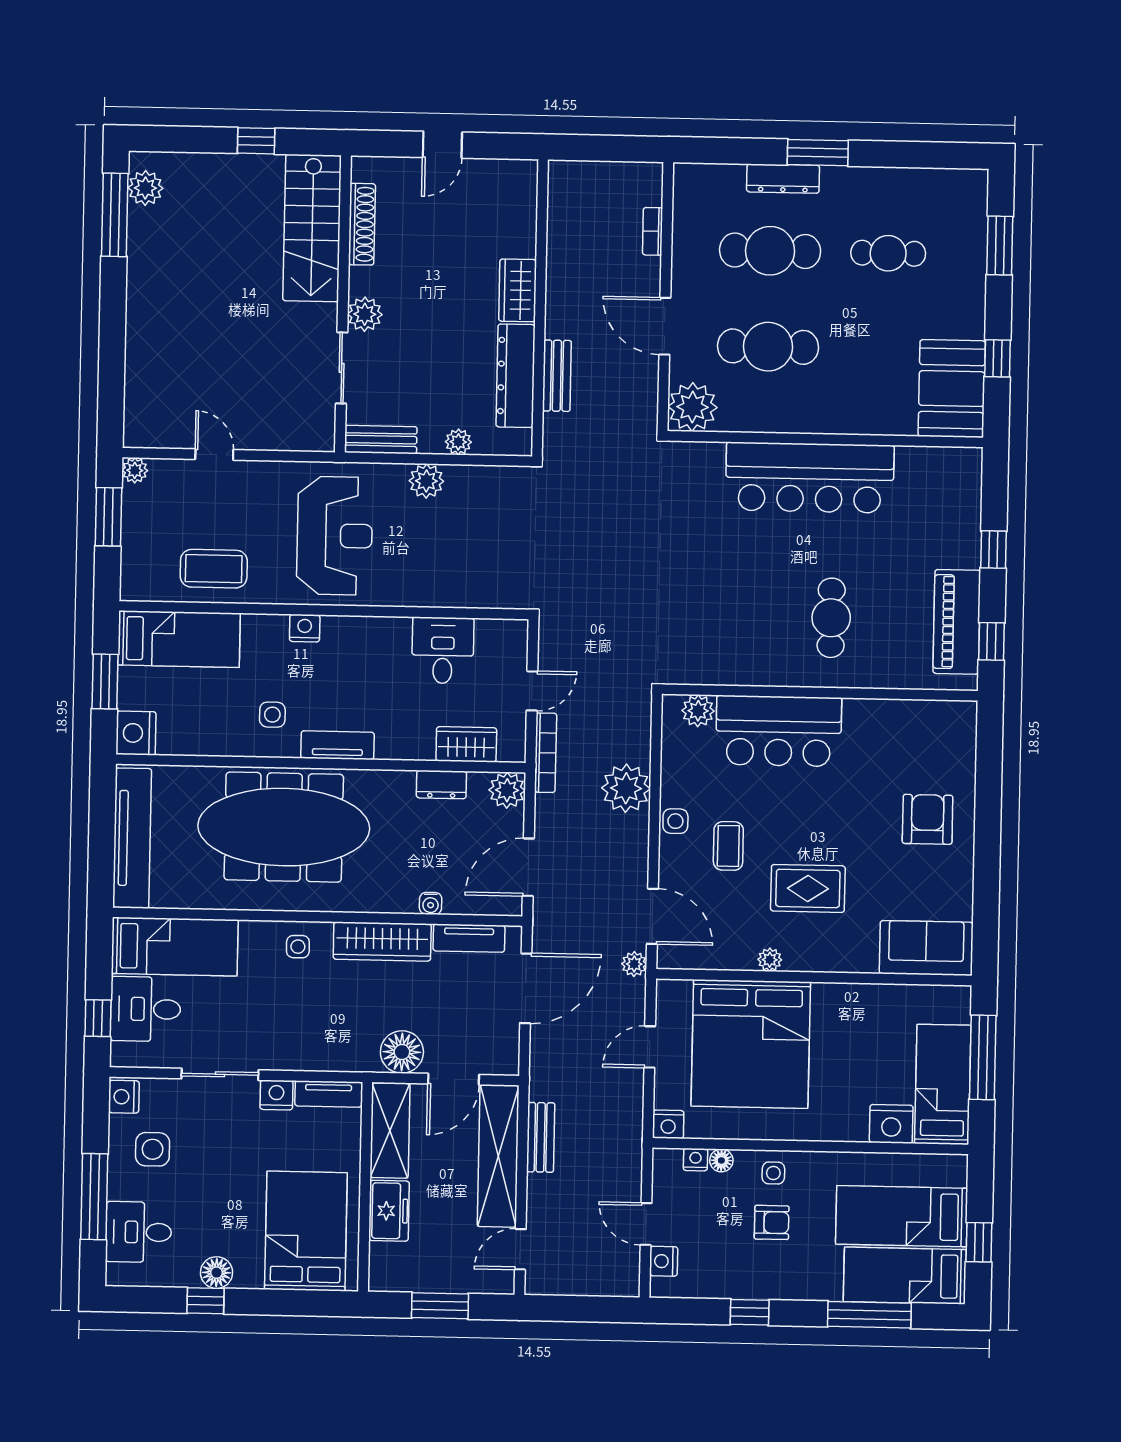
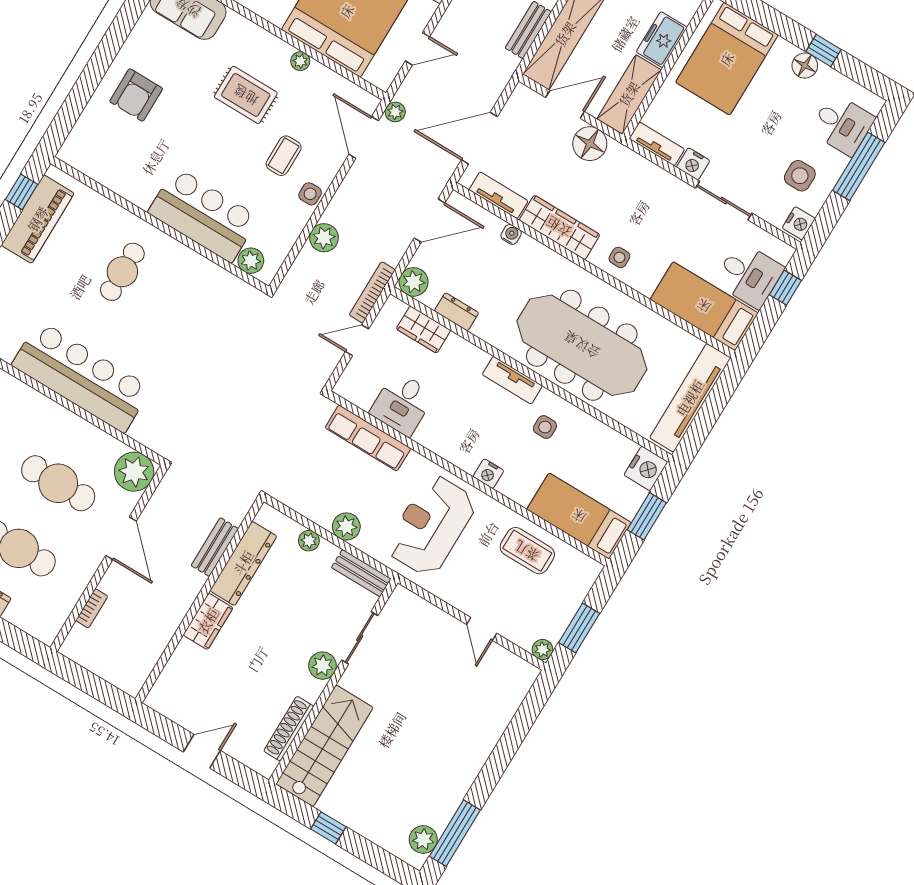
row of seats: (459, 591) -> (368, 438), added
plant: (626, 788) -> (324, 238), width x0.73, depth x0.73

